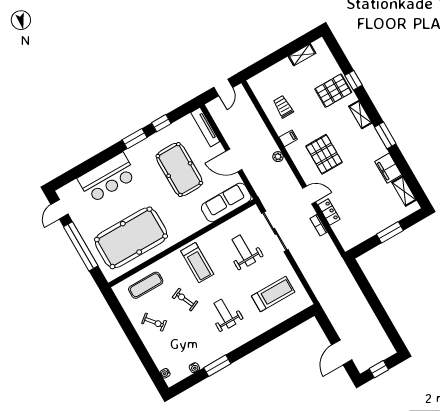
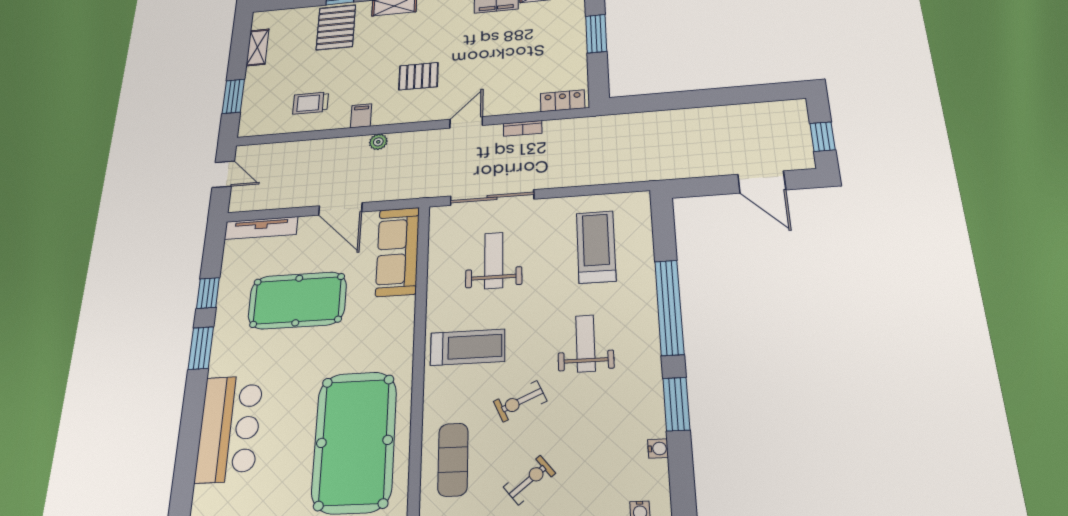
window: (268, 62) -> (233, 96), added
pallet: (324, 154) -> (418, 76), width x0.67, depth x0.71
door: (234, 160) -> (340, 209), hinge flipped
locker: (329, 212) -> (563, 101), moved
weight bench: (244, 251) -> (494, 260), turned 90
weight bench: (225, 314) -> (585, 343), turned 90
window: (260, 341) -> (669, 307), added

